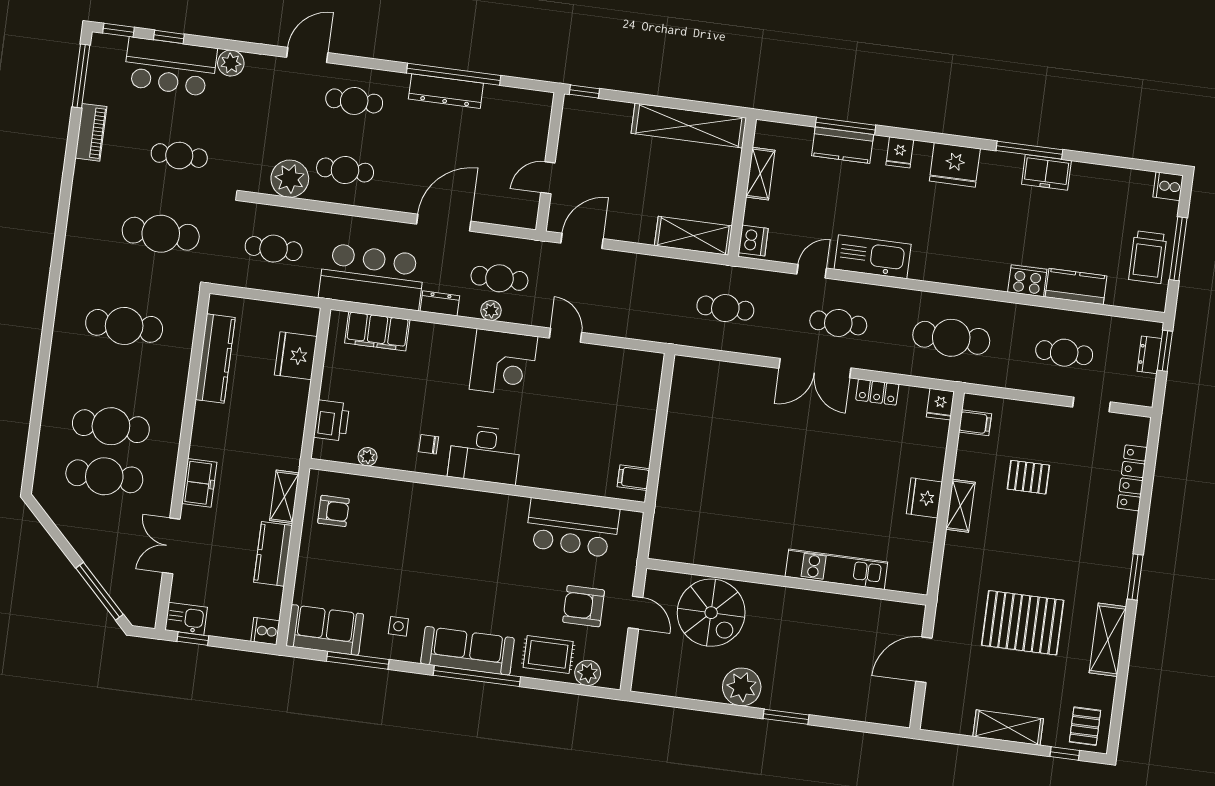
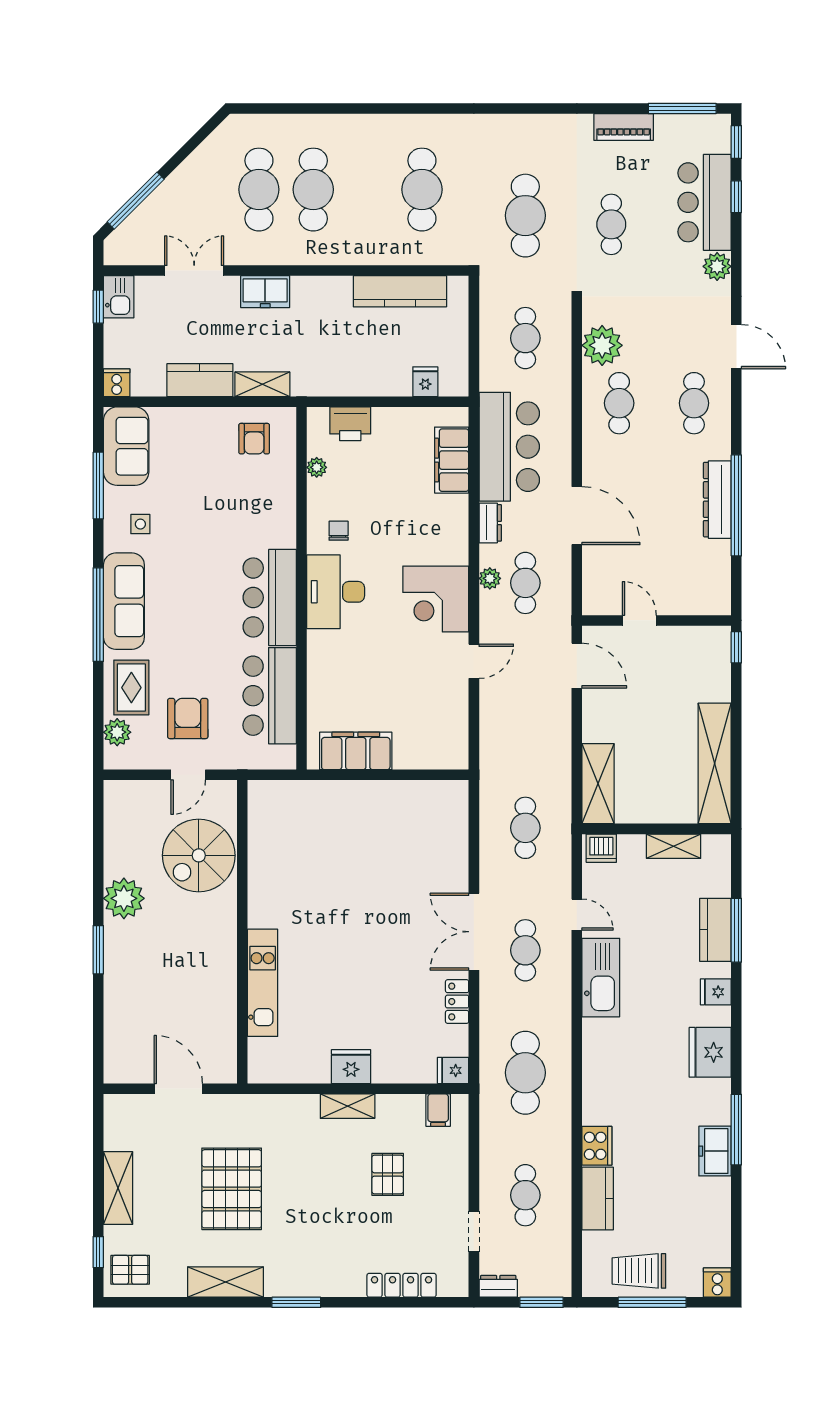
dresser: (1149, 355) -> (498, 1286), moved
fridge: (296, 356) -> (425, 382), width x0.53, depth x0.75
filing cabinet: (633, 478) -> (356, 751), width x3.00, depth x1.17
bar counter: (482, 516) -> (270, 597), added

